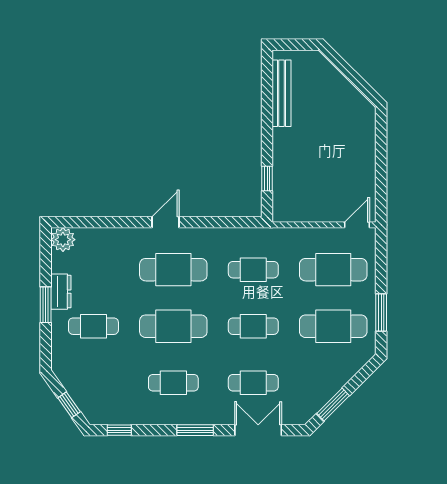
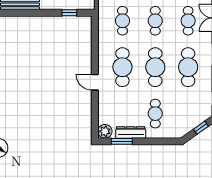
door: (165, 222) -> (95, 82), moved
dresser: (61, 292) -> (131, 132), width x1.44
window: (46, 305) -> (122, 141), moved
cafe table: (173, 383) -> (188, 67), width x1.37, depth x1.35

